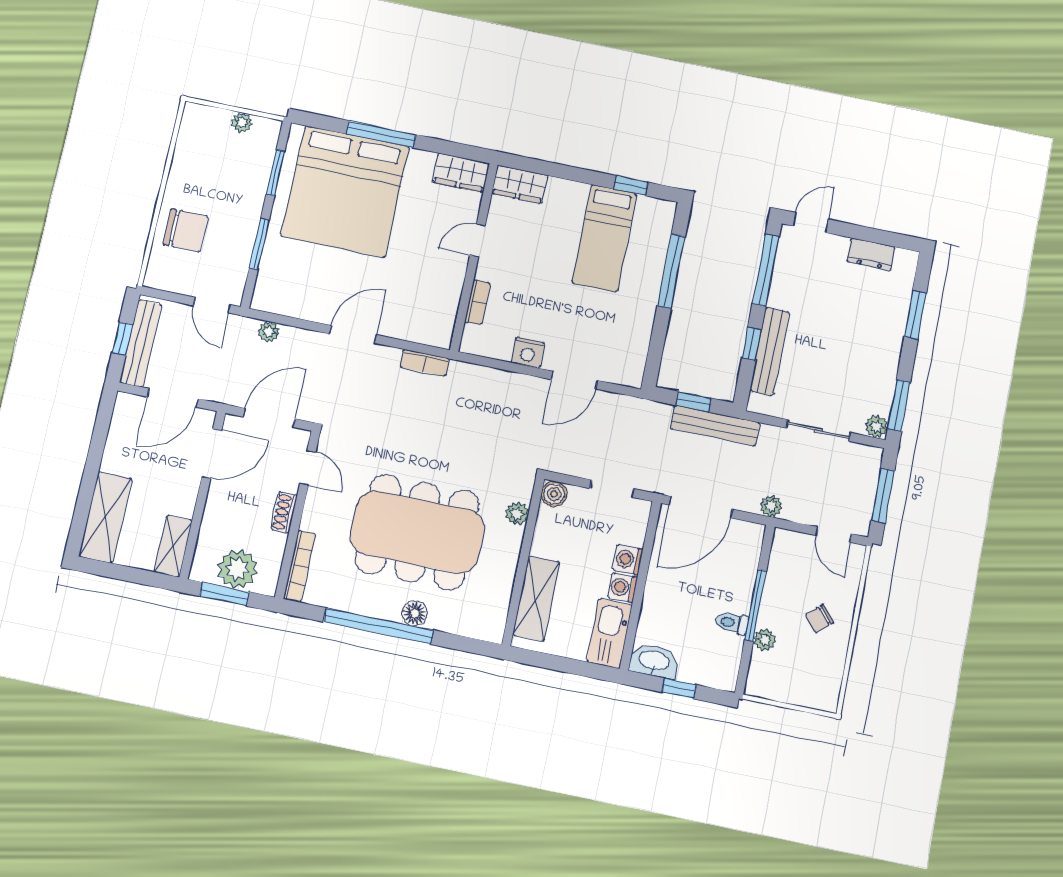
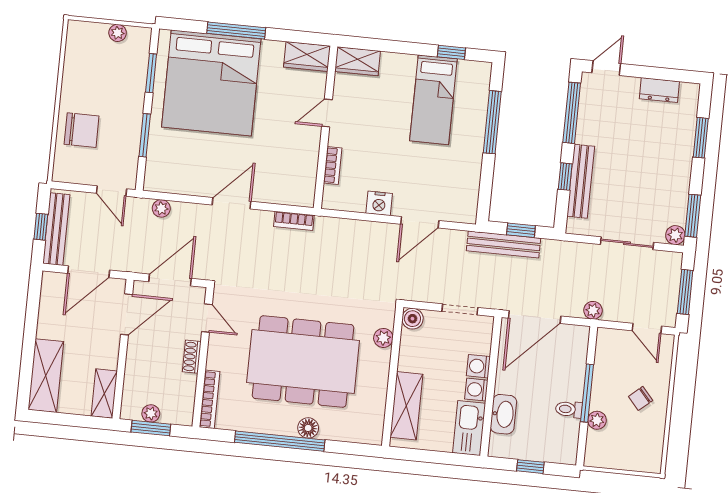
bench: (715, 426) -> (503, 244), moved
plant: (238, 569) -> (151, 413), width x0.53, depth x0.53
washbasin: (654, 661) -> (503, 414), moved, turned 90

